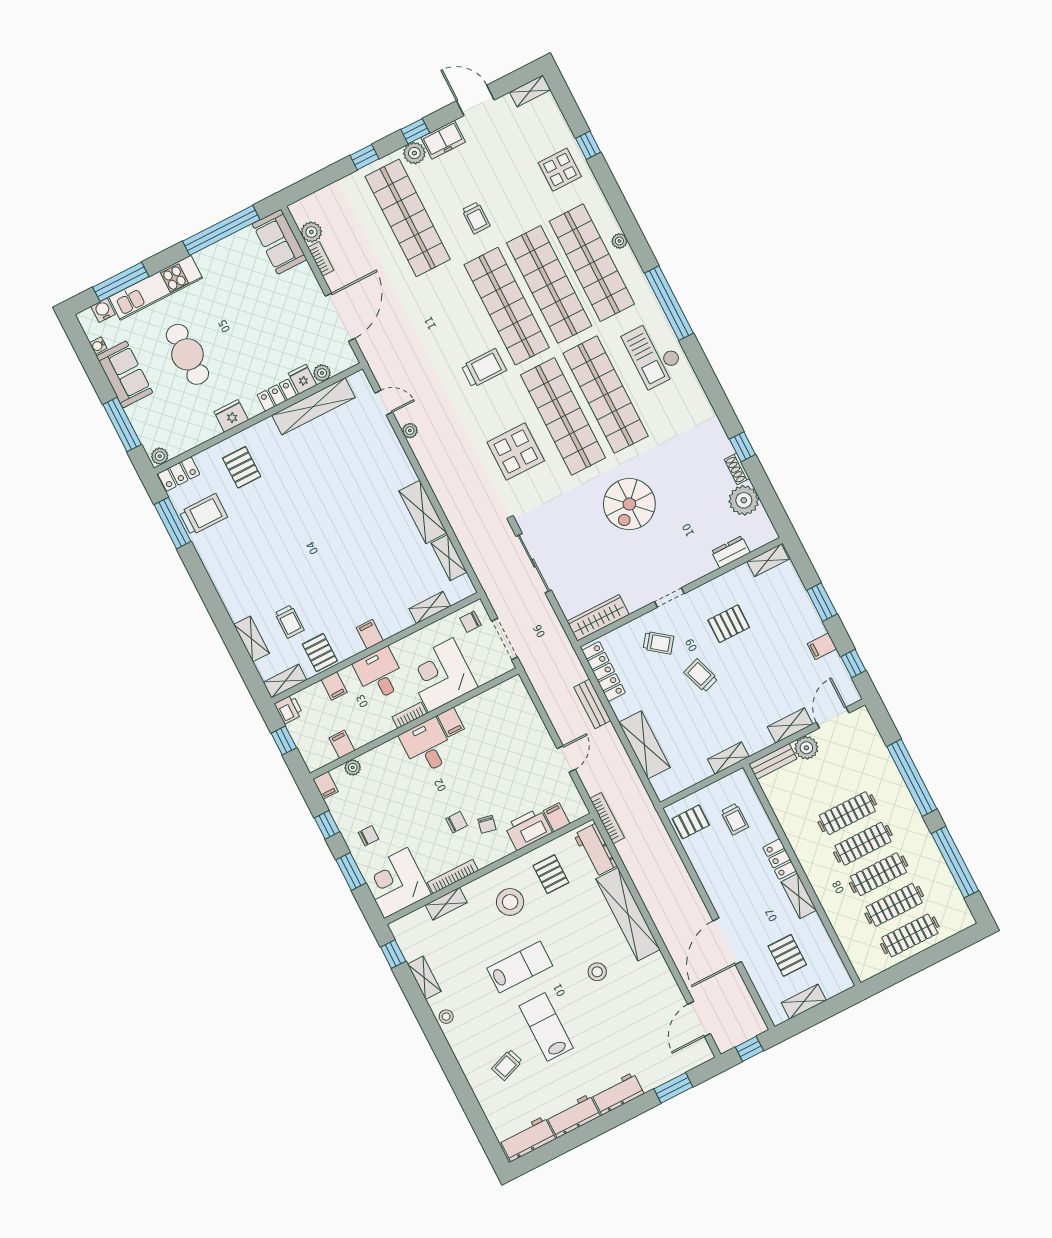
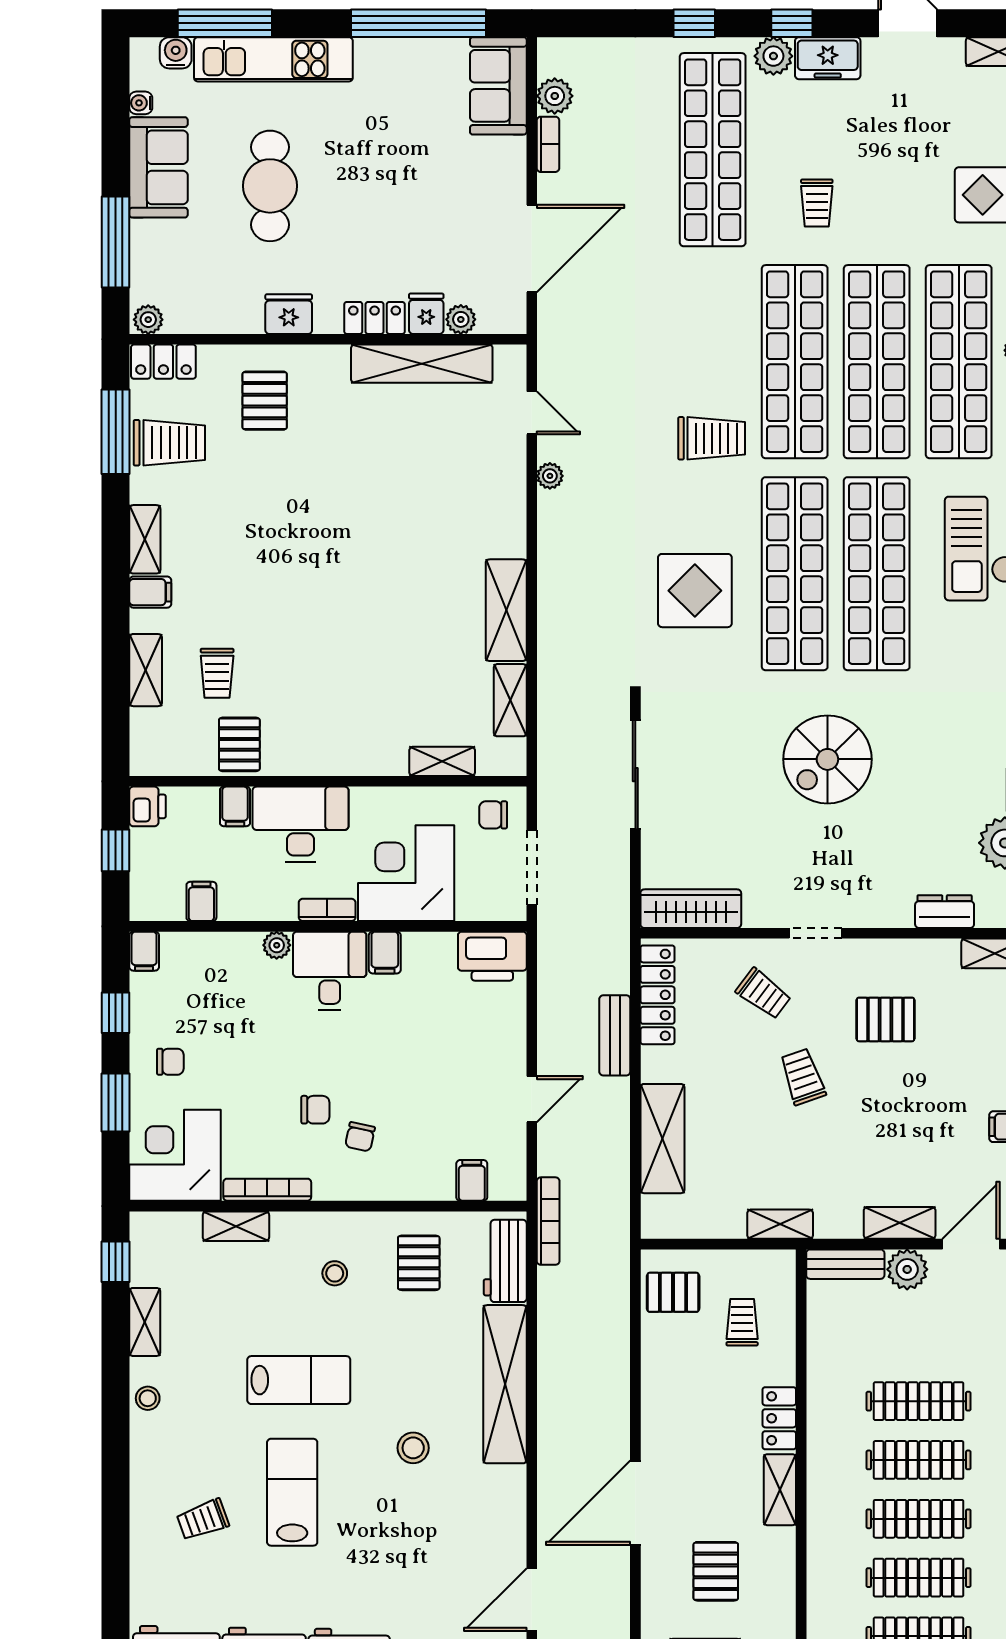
filing cabinet: (370, 634) -> (150, 592), moved, turned 90
desk: (380, 674) -> (301, 824), width x1.37
shelving: (285, 681) -> (145, 539), moved, turned 90
plant: (353, 767) -> (277, 945), moved
trolley: (735, 819) -> (742, 1322), turned 180
printer: (528, 829) -> (492, 956), moved, turned 180
stool: (510, 902) -> (335, 1273), width x0.53, depth x0.53

